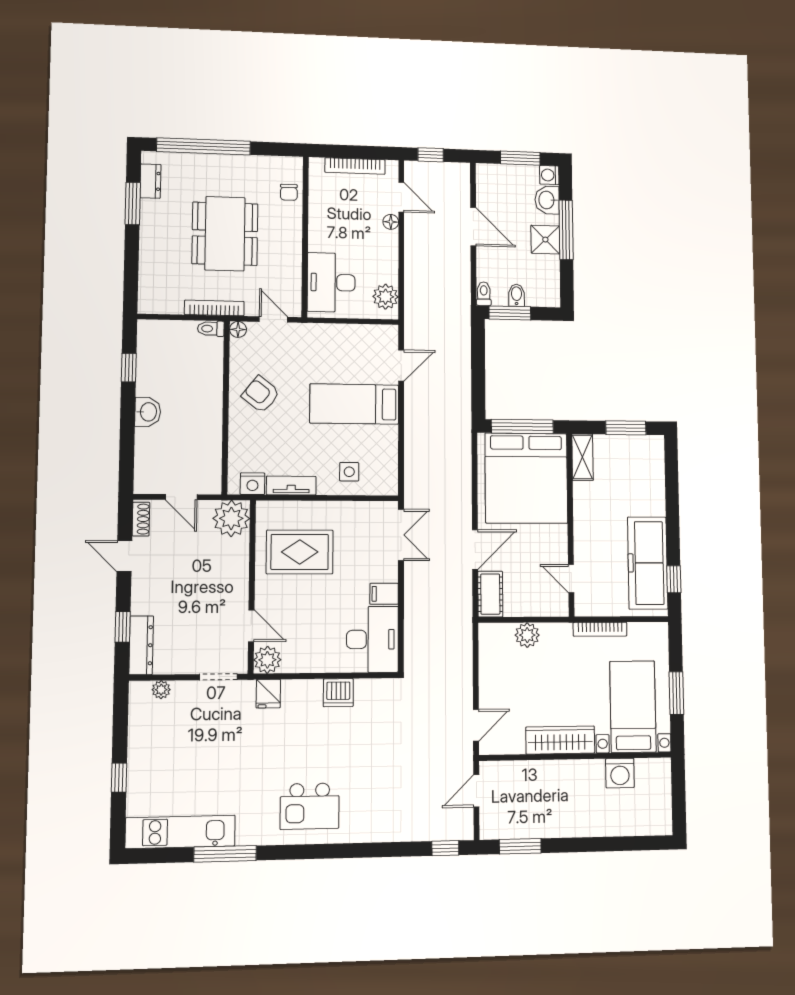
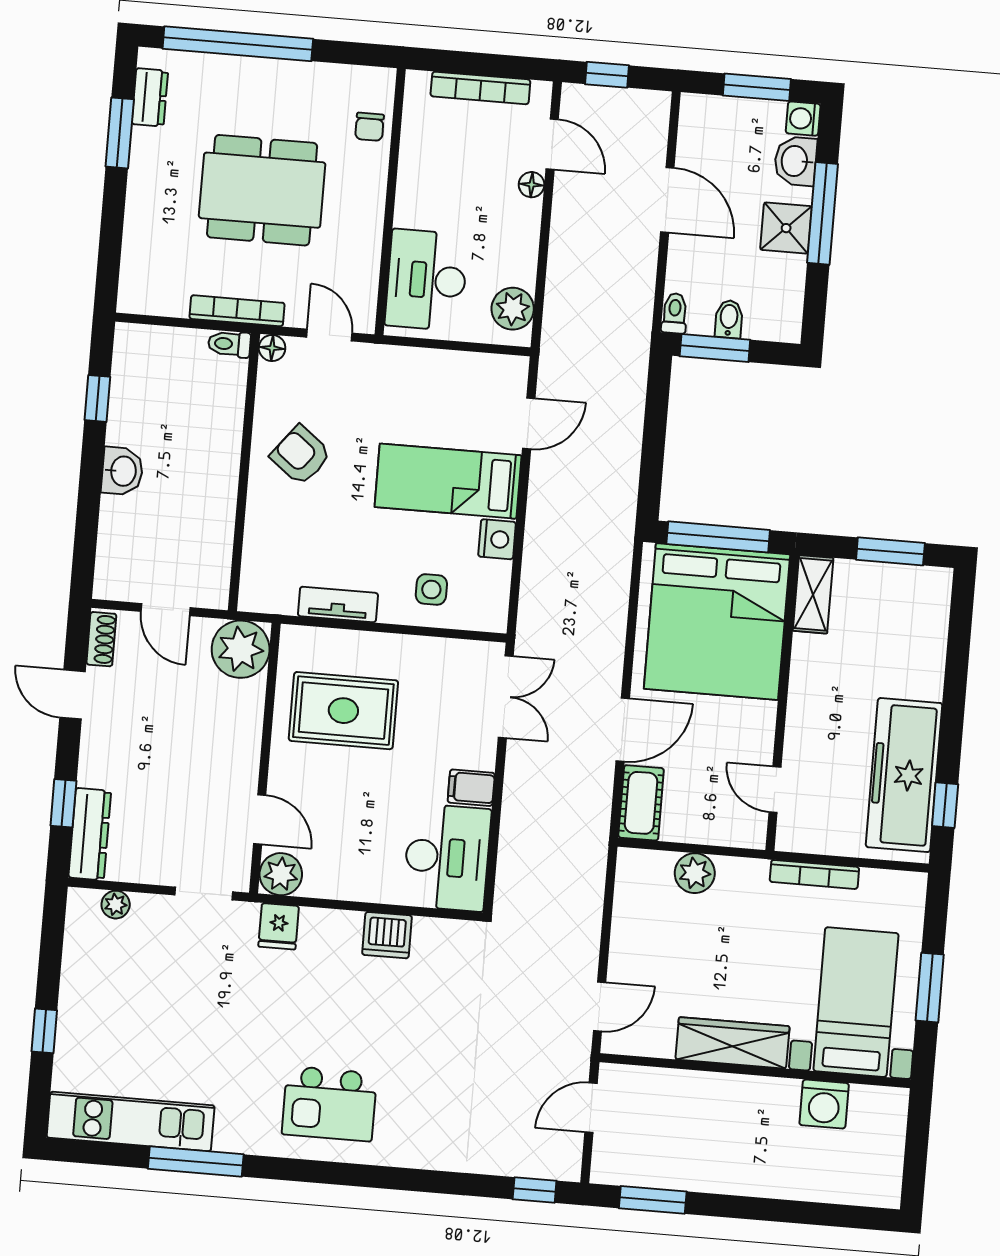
dining table: (225, 234) -> (262, 190), turned 90
nightstand: (252, 484) -> (497, 539), moved, turned -90

